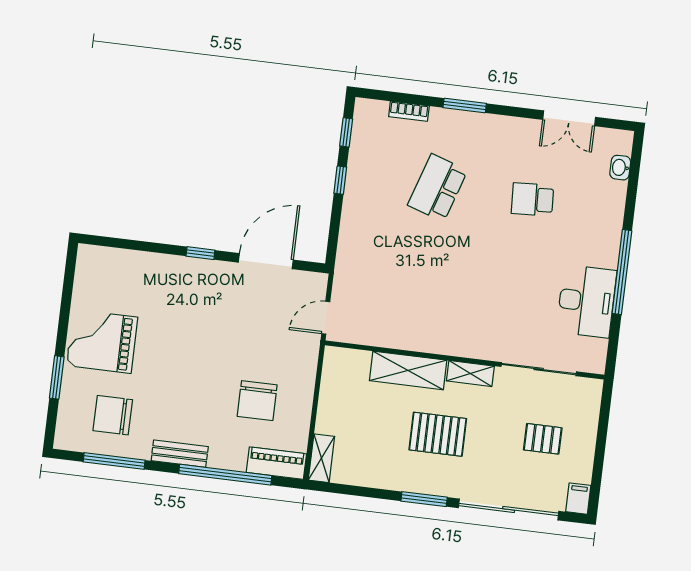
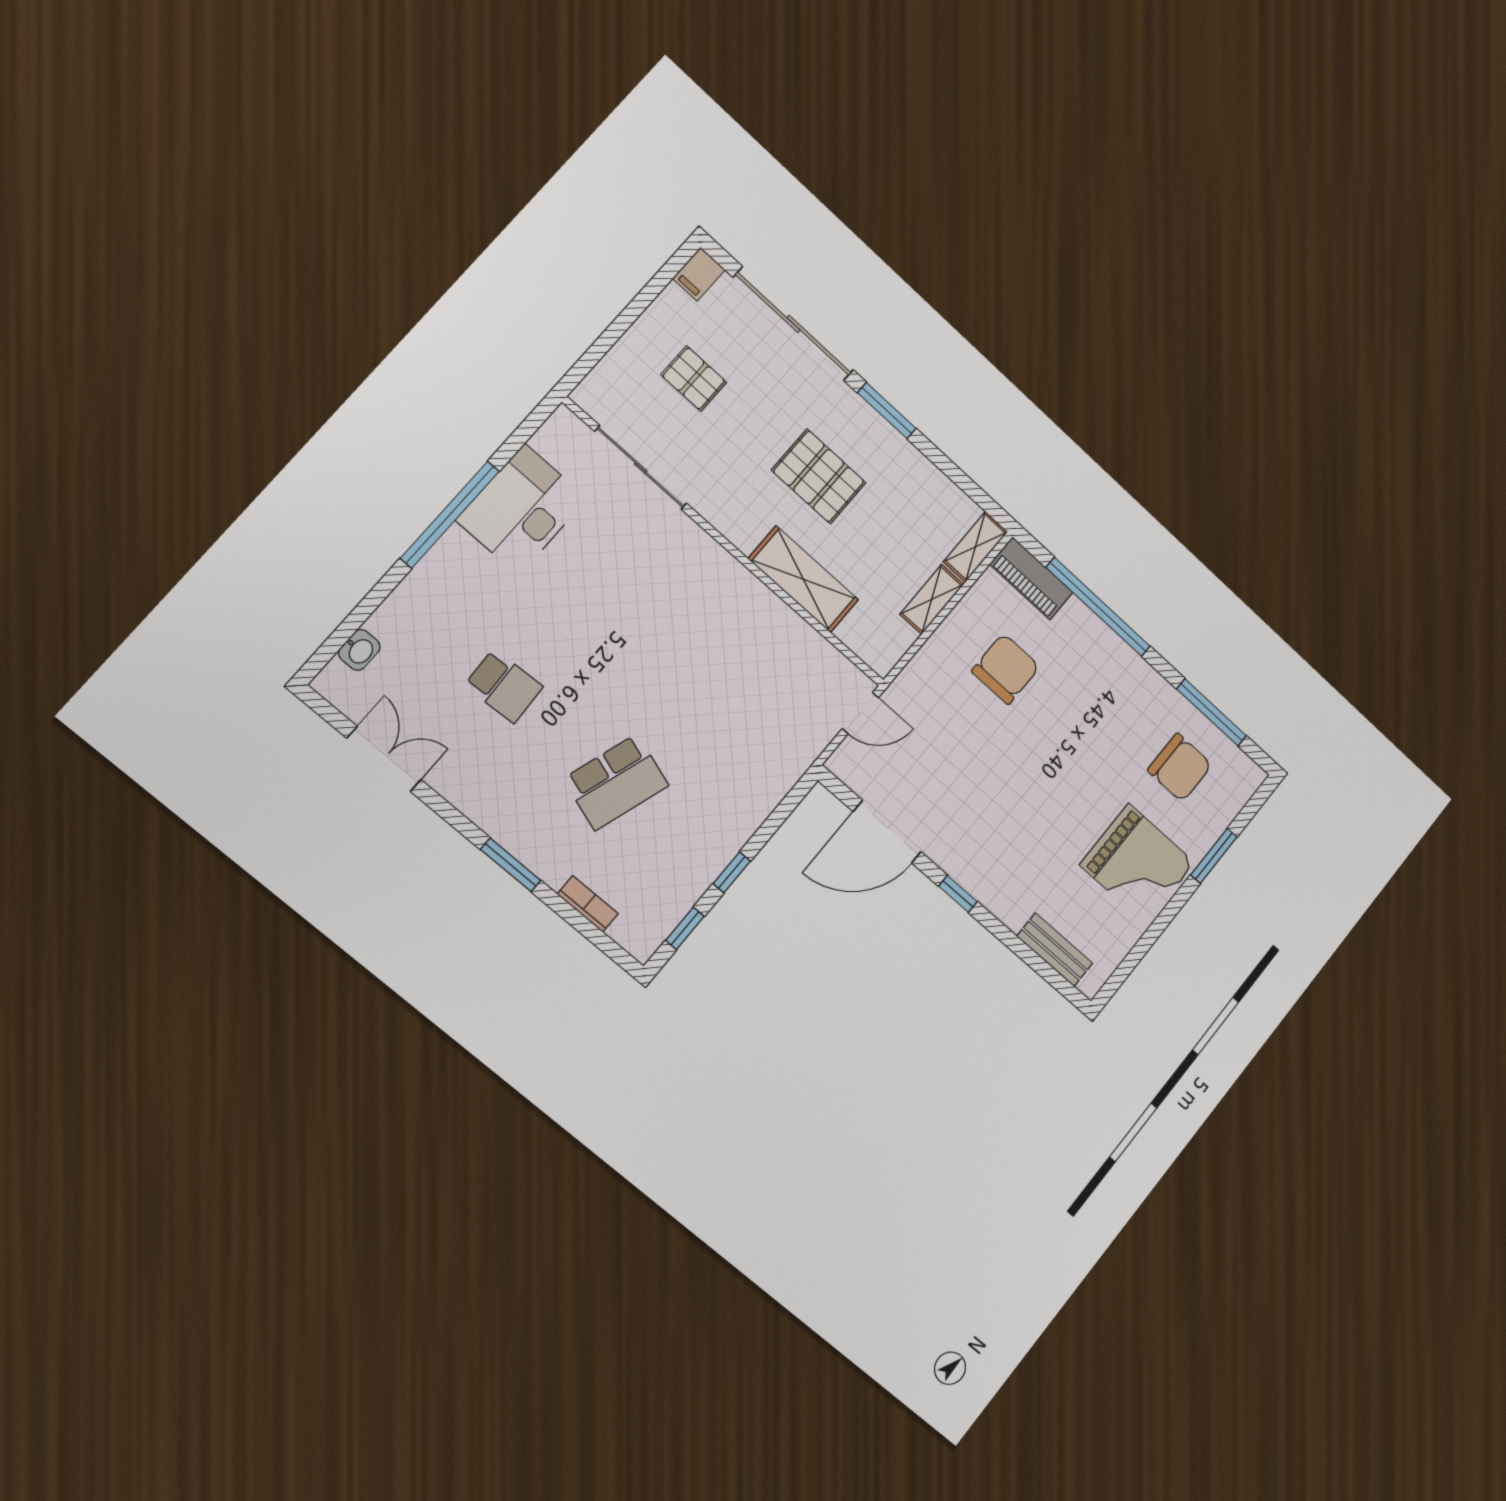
shelving: (470, 373) -> (932, 599), moved, turned 90
bench: (180, 454) -> (1055, 950), moved

